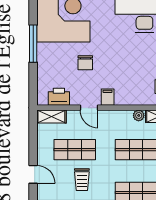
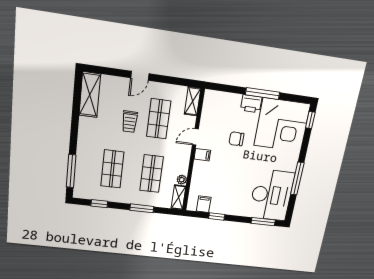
printer: (59, 97) -> (251, 104), moved, turned 90
trolley: (82, 180) -> (130, 122), turned -90

